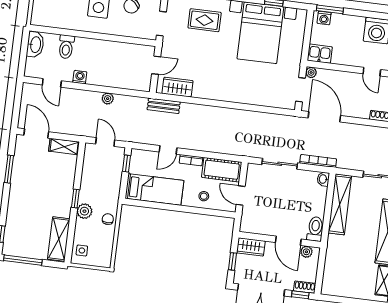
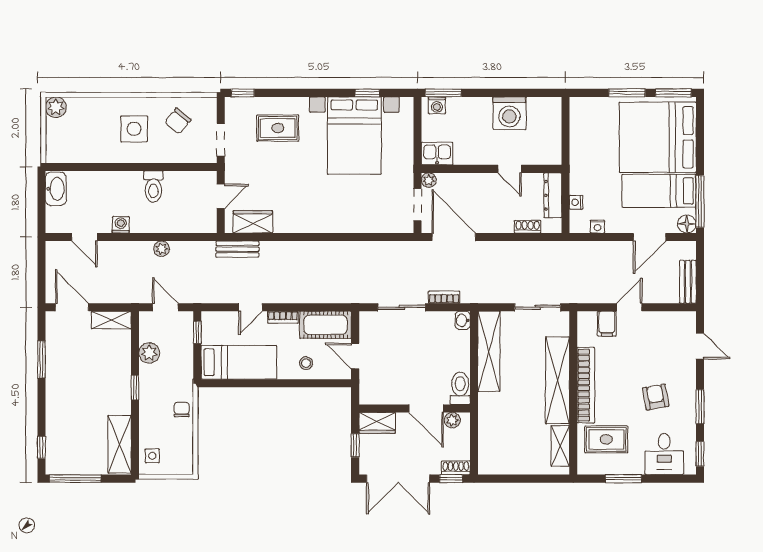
toilet: (66, 47) -> (153, 187), moved
bookcase: (318, 161) -> (444, 297), width x0.64
plant: (84, 211) -> (149, 353), moved

